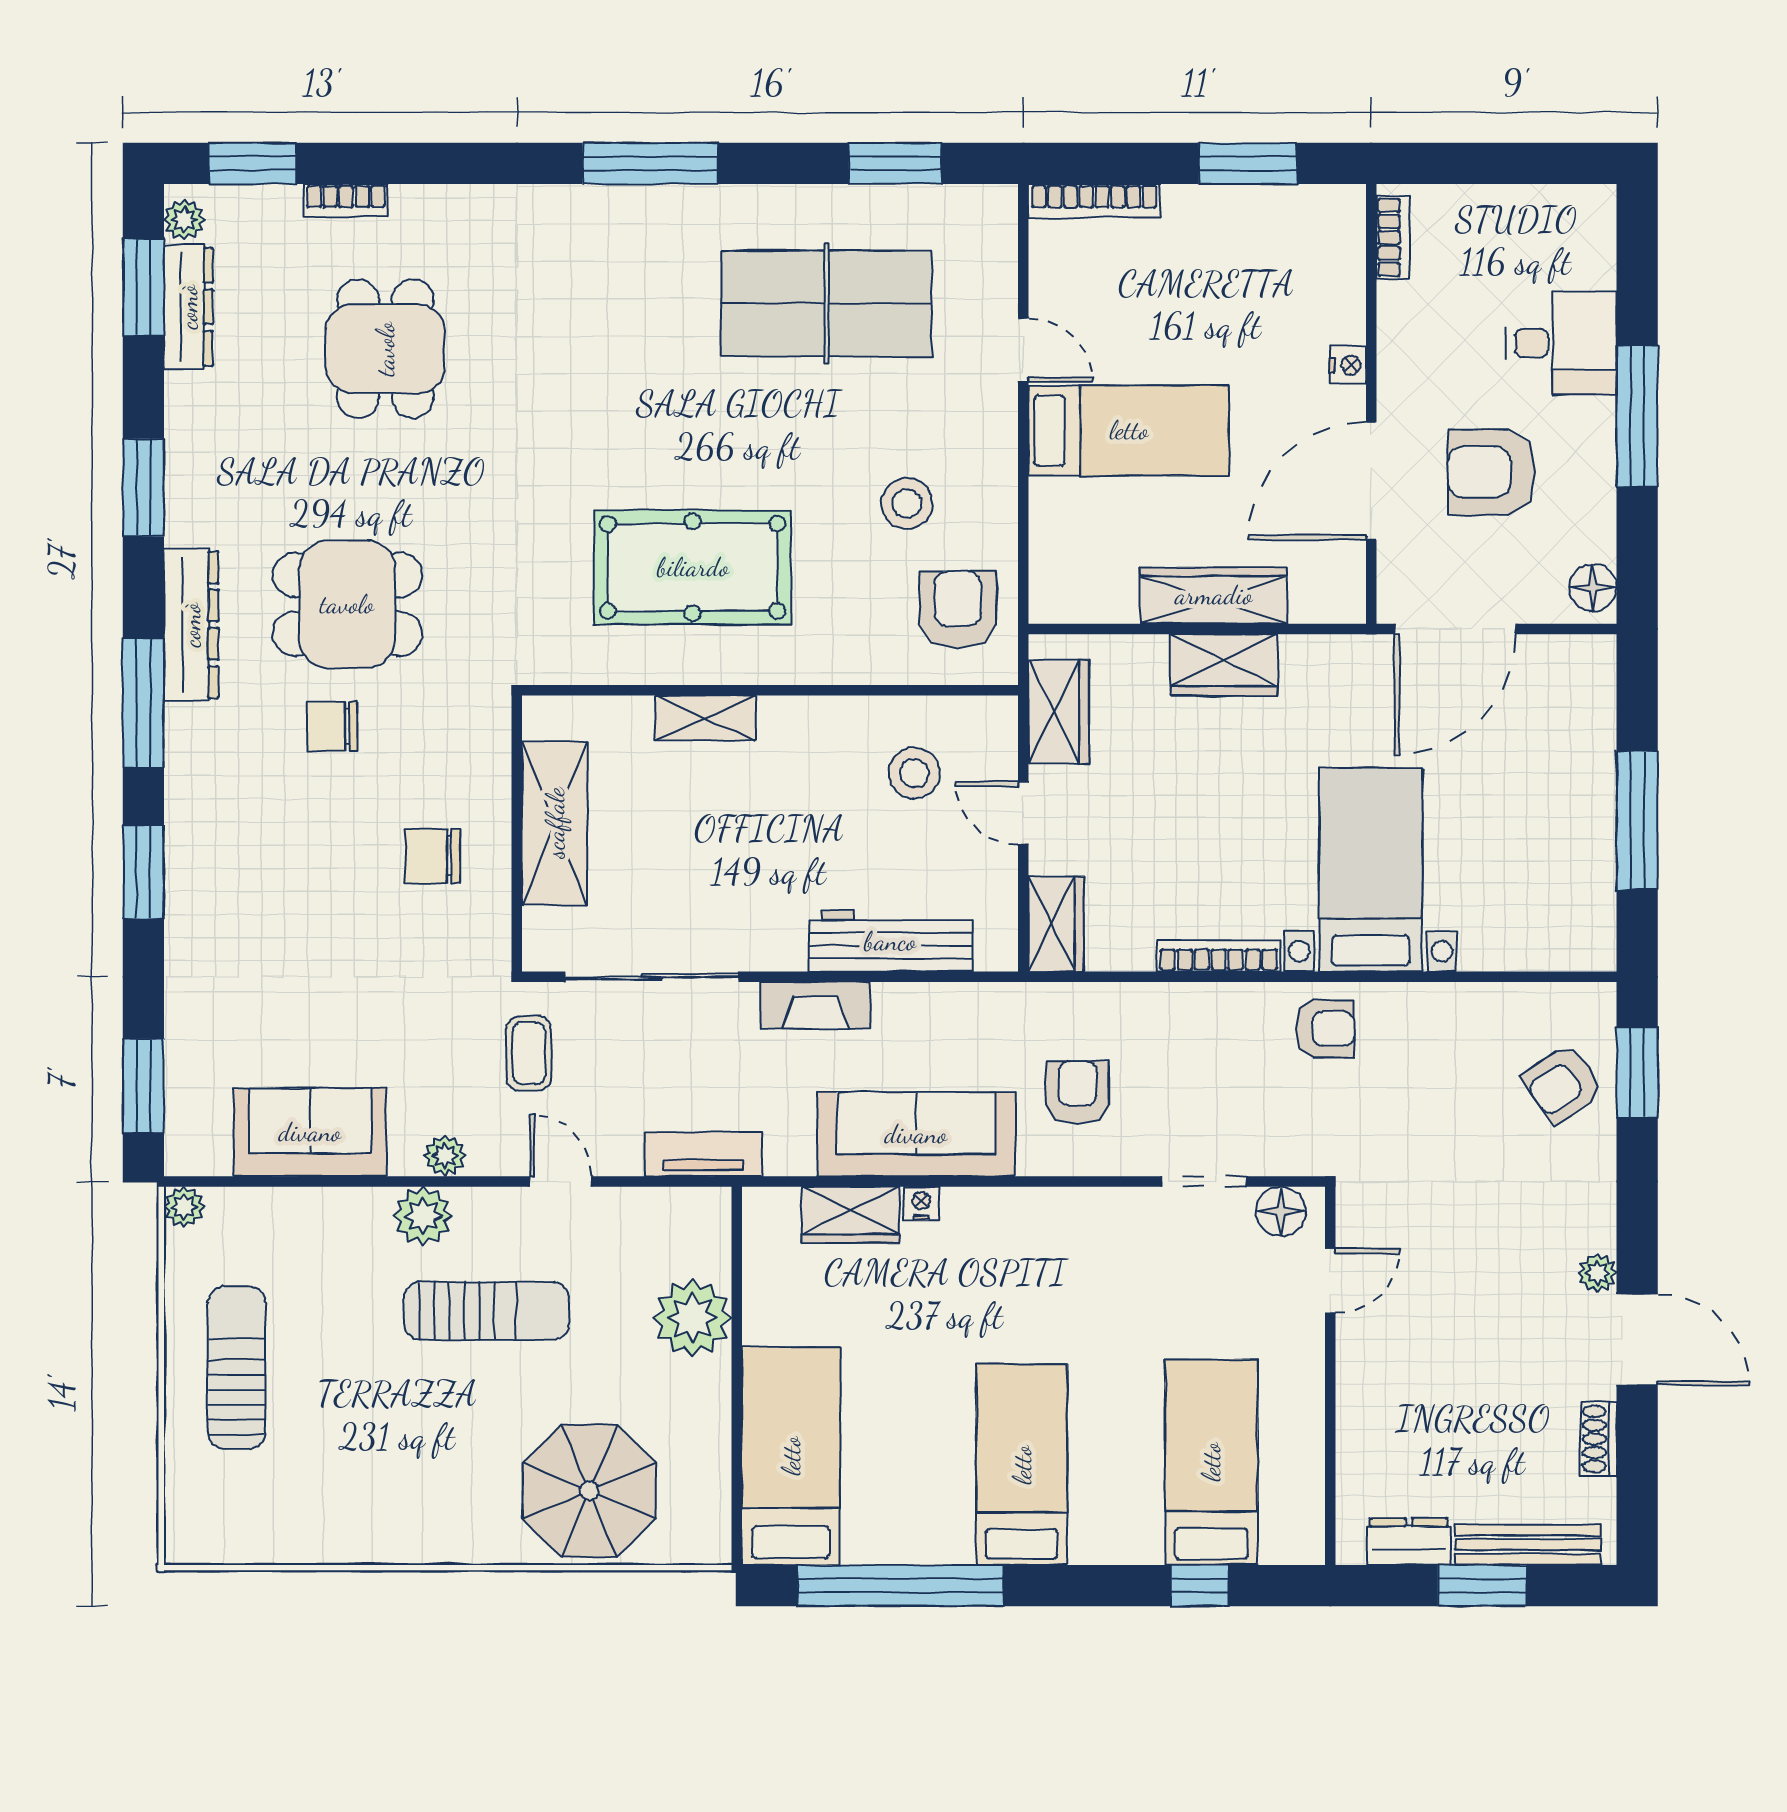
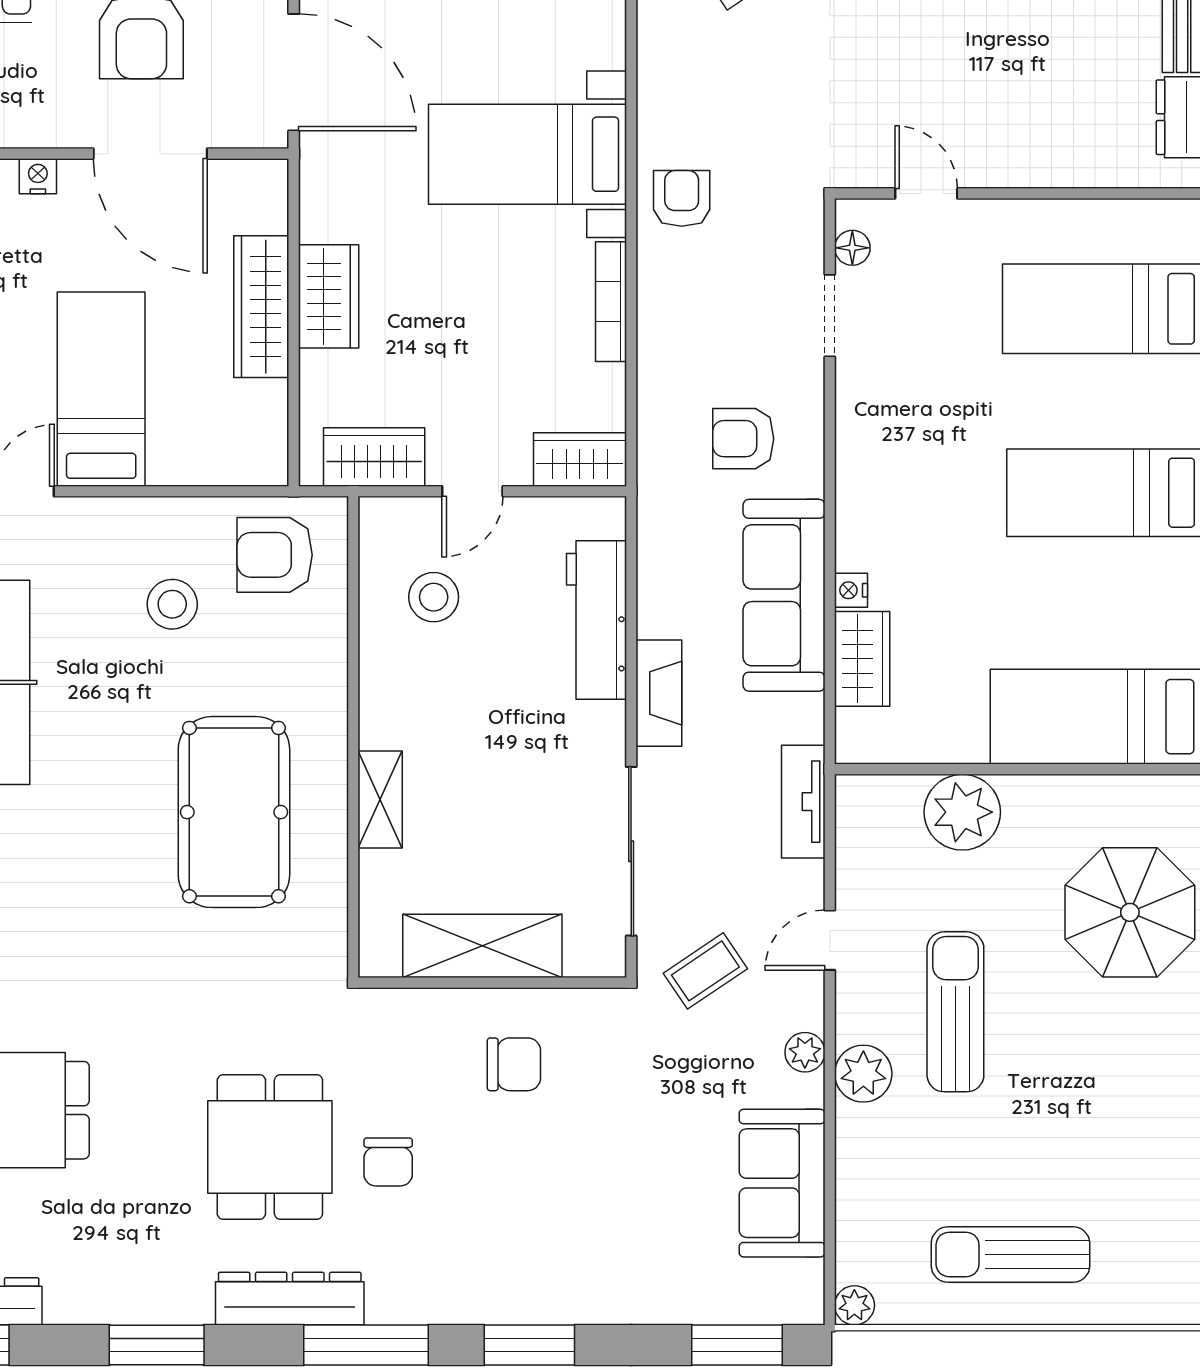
chair: (433, 856) -> (514, 1064), turned -90
coffee table: (529, 1053) -> (705, 971), turned -34
floor lamp: (1281, 1211) -> (852, 248), width x0.73, depth x0.73

